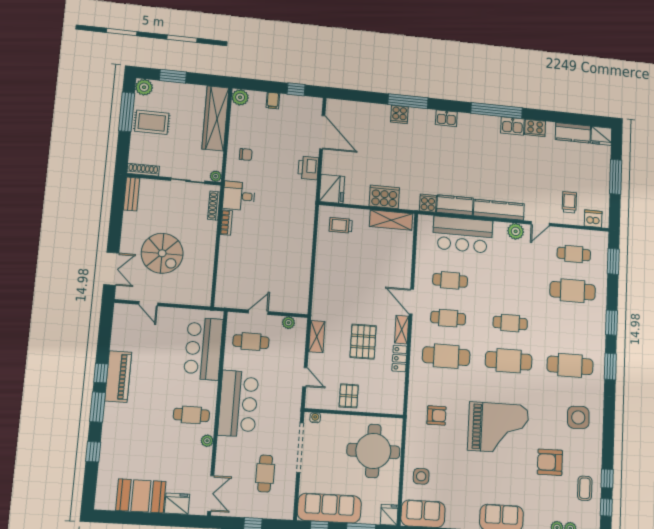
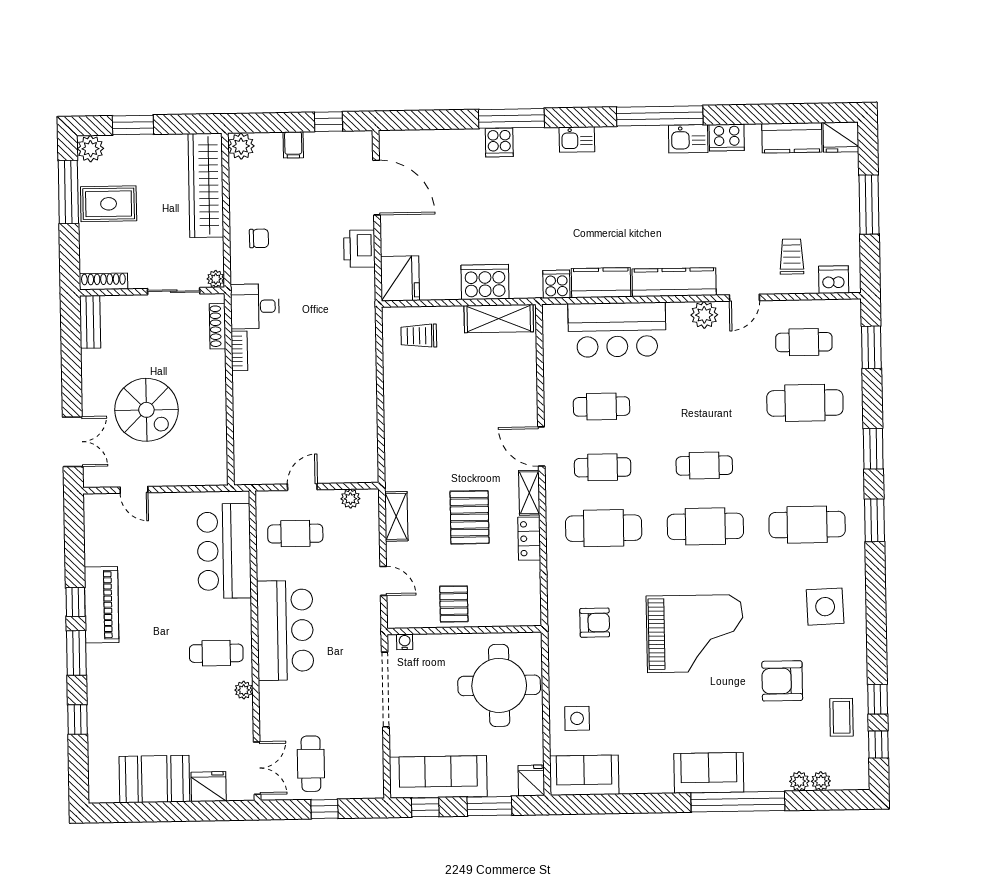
cafe table: (265, 473) -> (311, 764), moved

